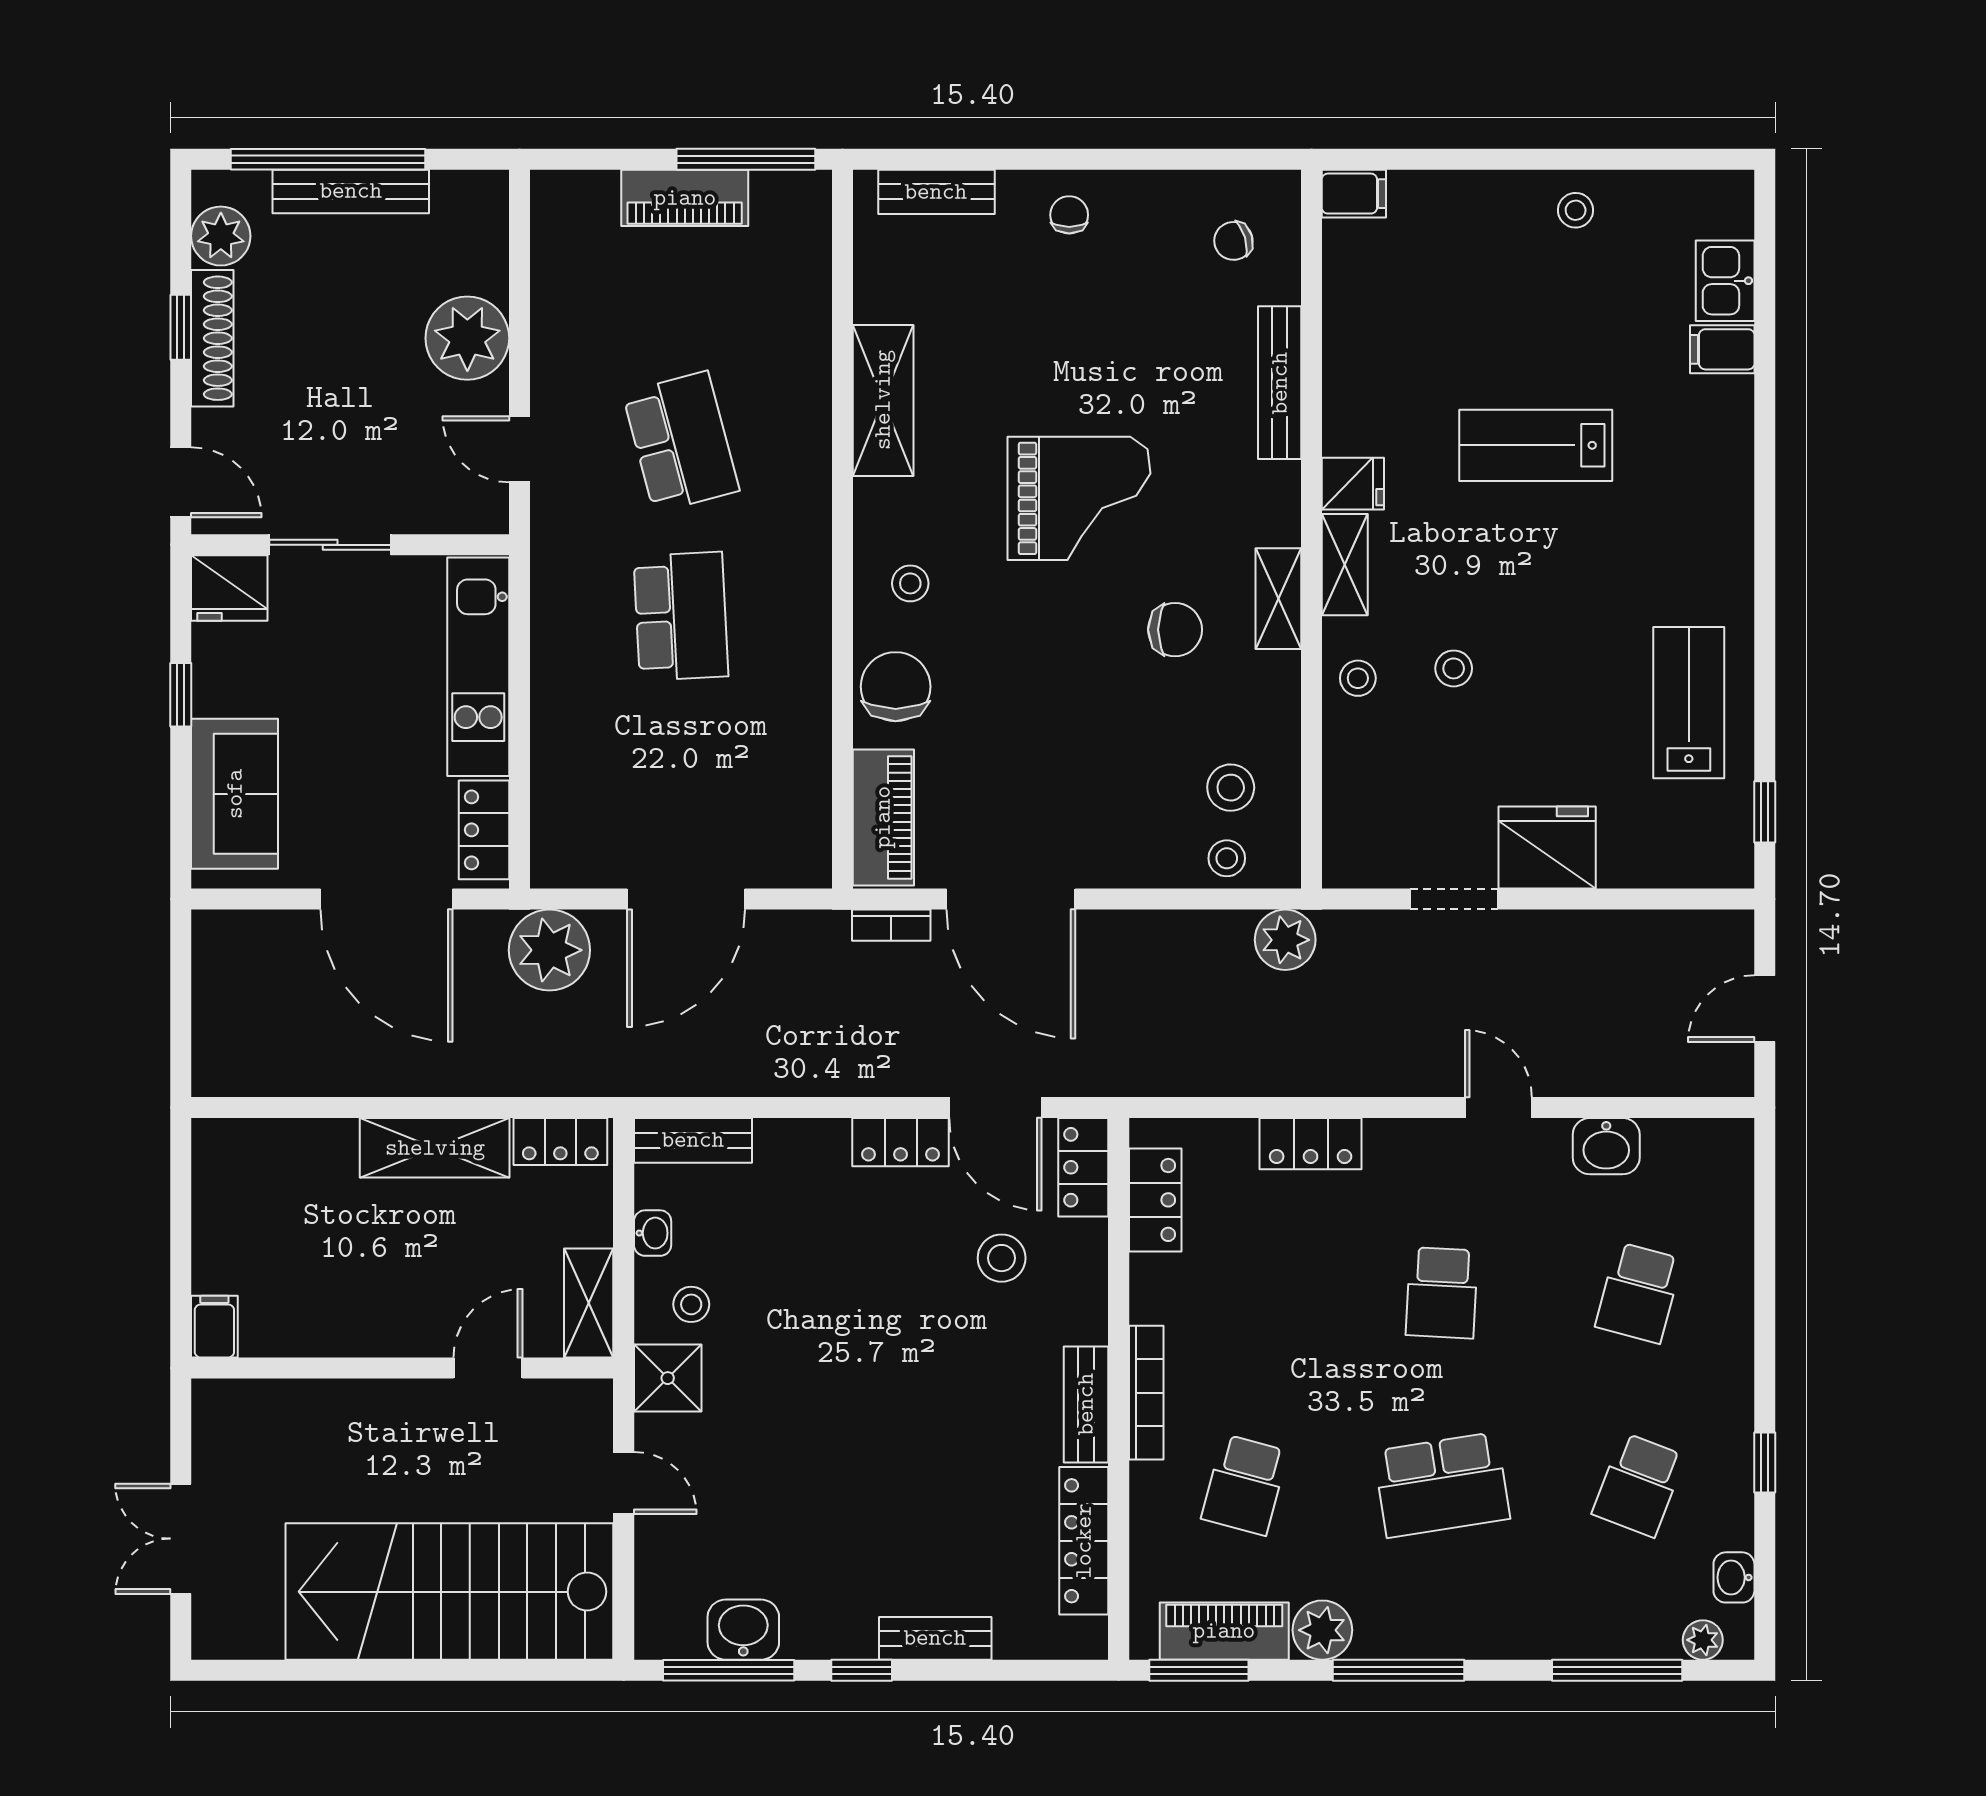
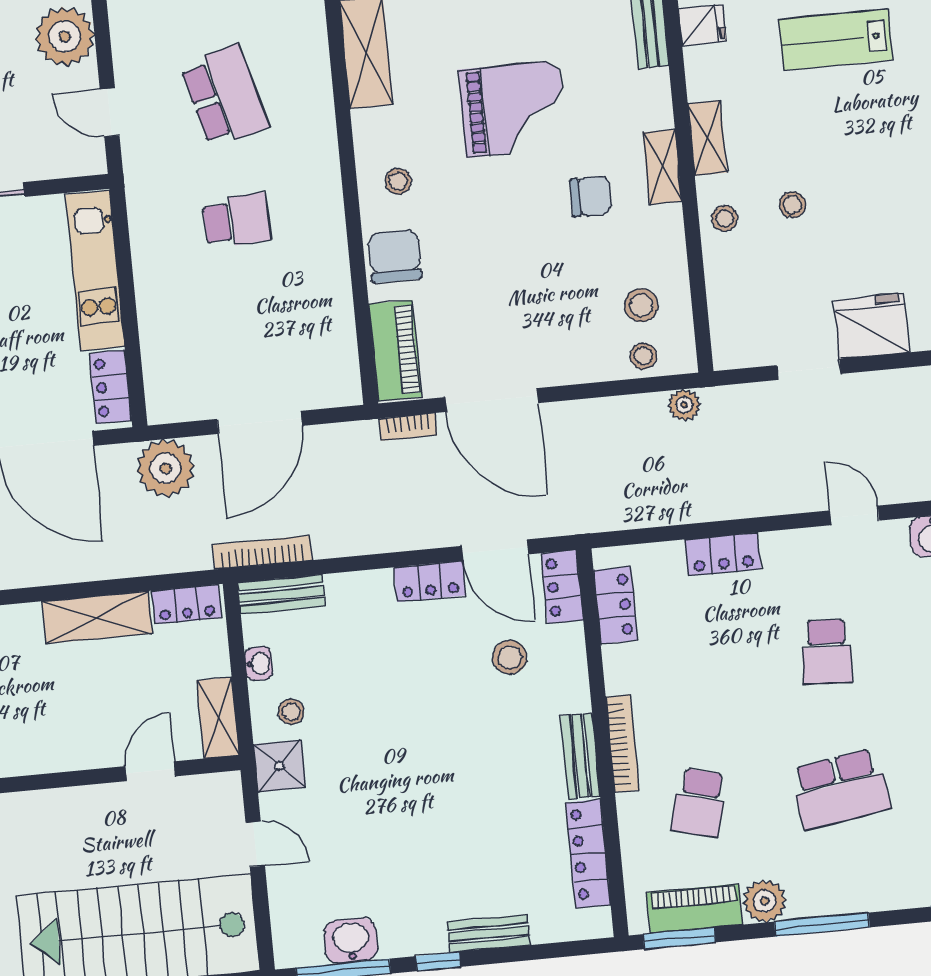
fridge: (1353, 484) -> (702, 25), moved
school desk: (681, 616) -> (237, 221), width x0.54
plant: (1285, 940) -> (684, 405), width x0.73, depth x0.73
bookcase: (672, 1080) -> (262, 552), added

